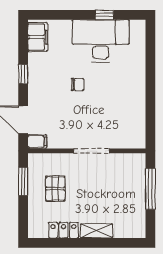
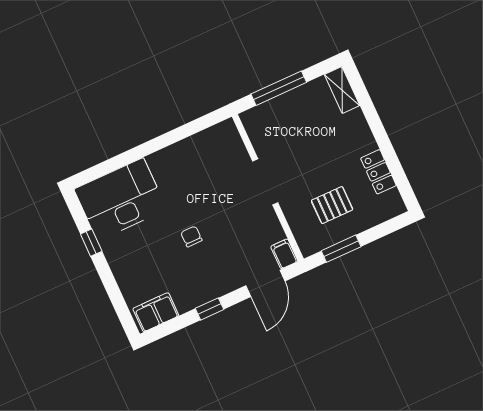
desk: (101, 41) -> (120, 199), moved, turned 90
shelving: (96, 231) -> (342, 90), moved

